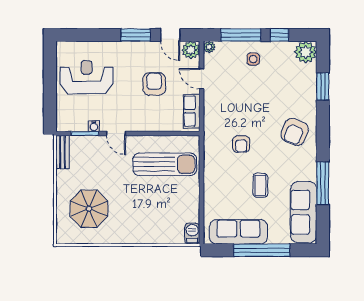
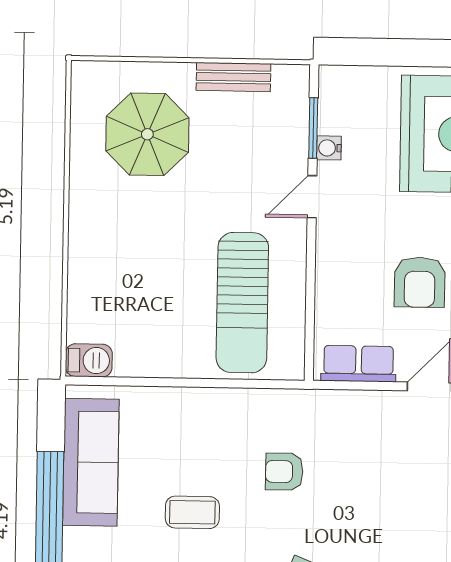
armchair: (154, 84) -> (420, 282), turned 90
bench: (62, 152) -> (233, 77), moved

